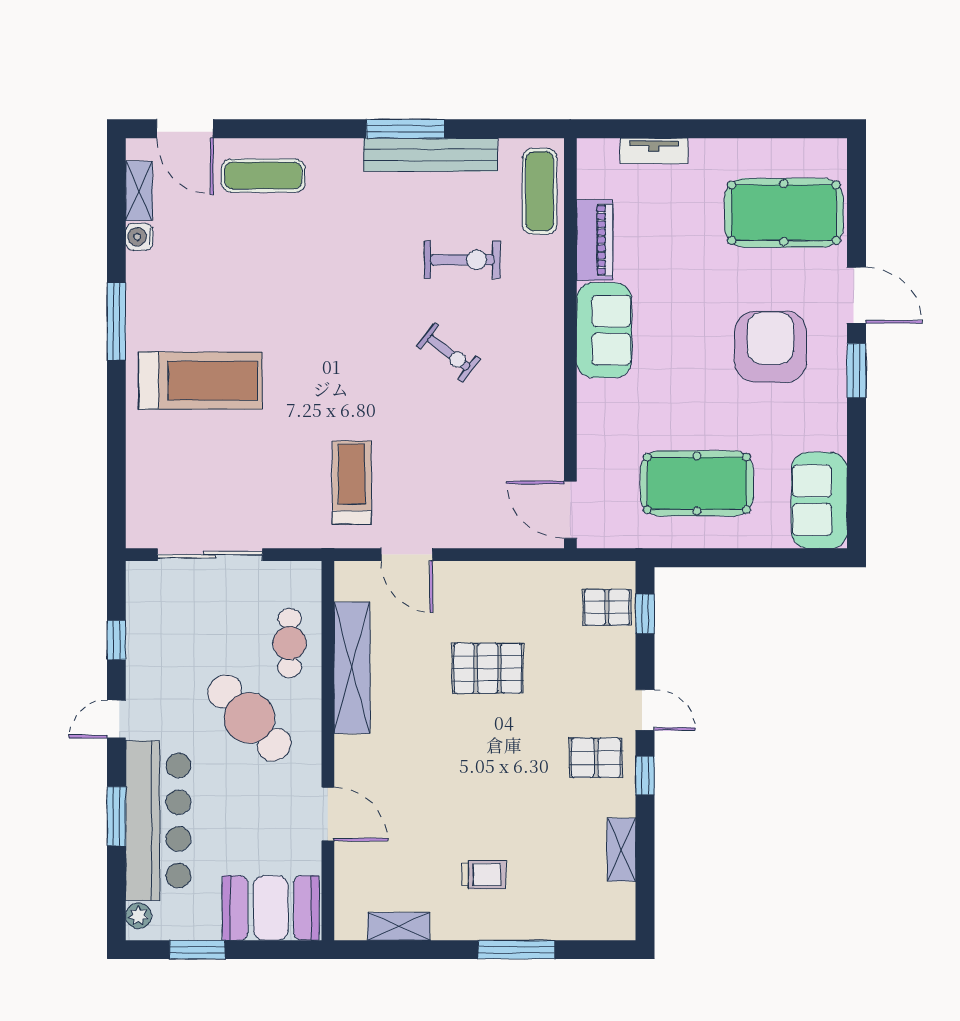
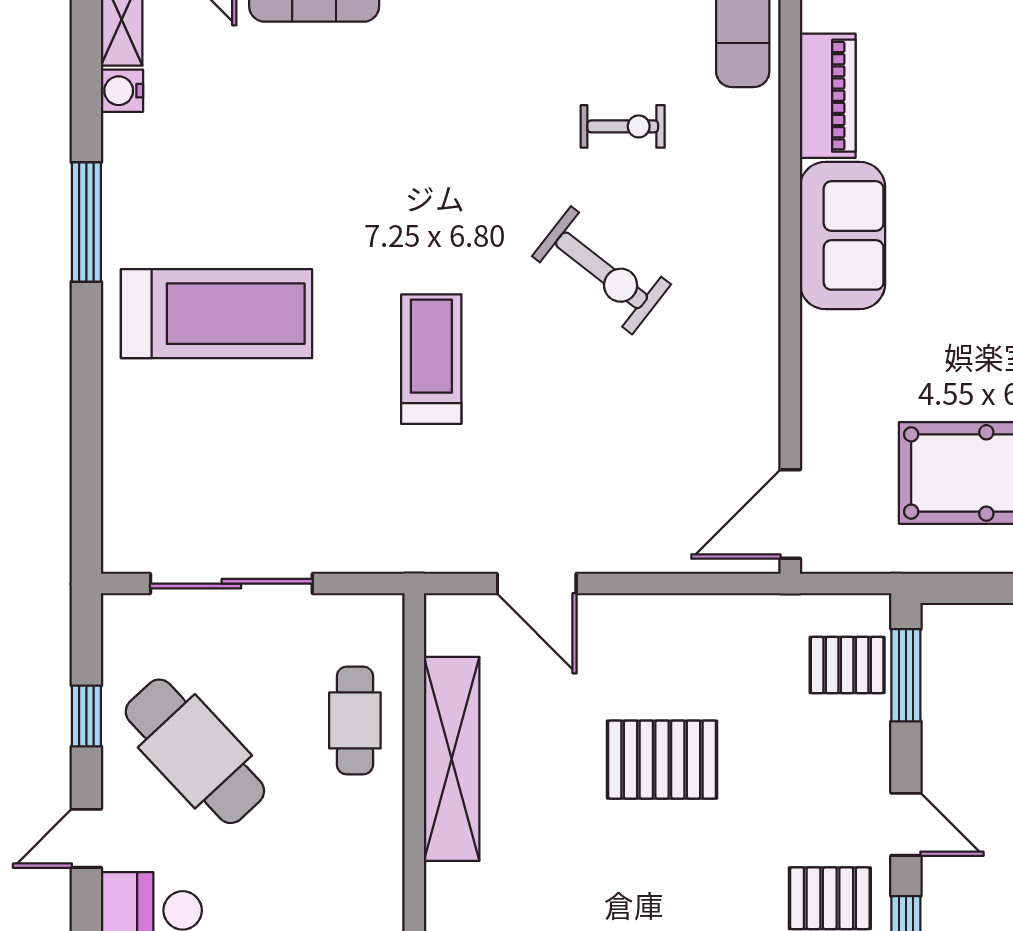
exercise bike: (462, 260) -> (623, 126), width x0.73, depth x0.72
exercise bike: (449, 353) -> (602, 270), width x1.38, depth x1.39
treadmill: (352, 483) -> (431, 359), moved
door: (570, 510) -> (790, 514), hinge flipped
window: (645, 614) -> (906, 675), width x1.50
cafe table: (249, 718) -> (195, 751), moved

